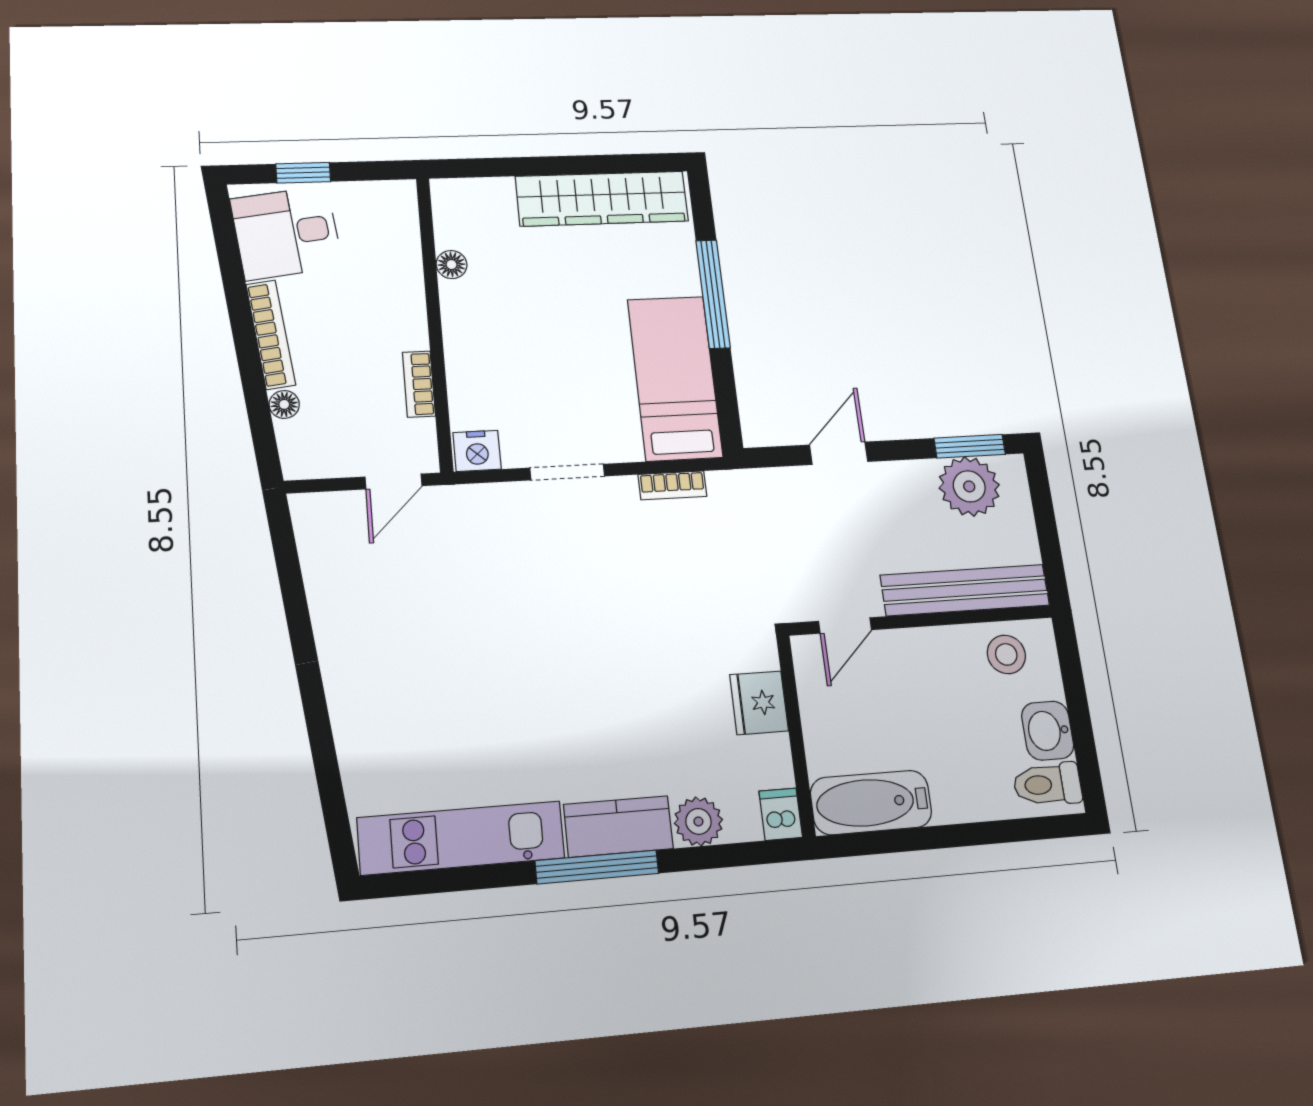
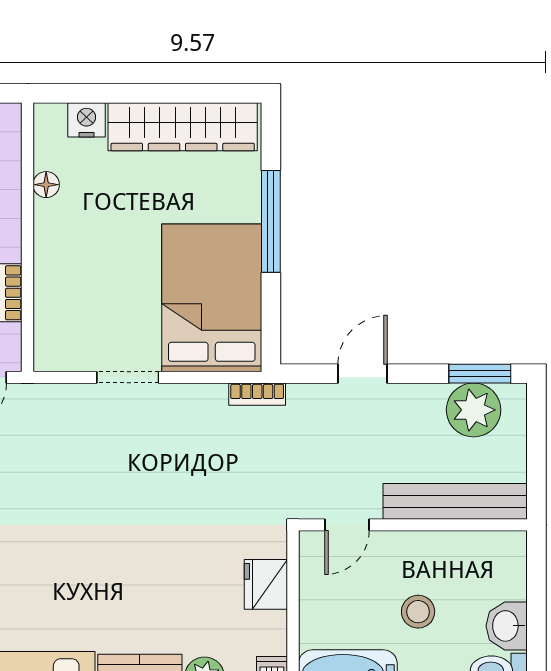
bed: (675, 378) -> (212, 298), width x1.50
nightstand: (477, 451) -> (86, 120), moved, turned 180
bookcase: (672, 485) -> (257, 394), moved
stool: (1006, 654) -> (418, 612), moved

